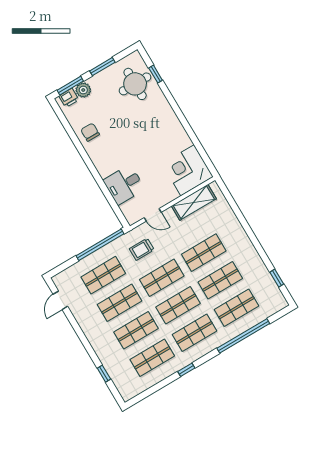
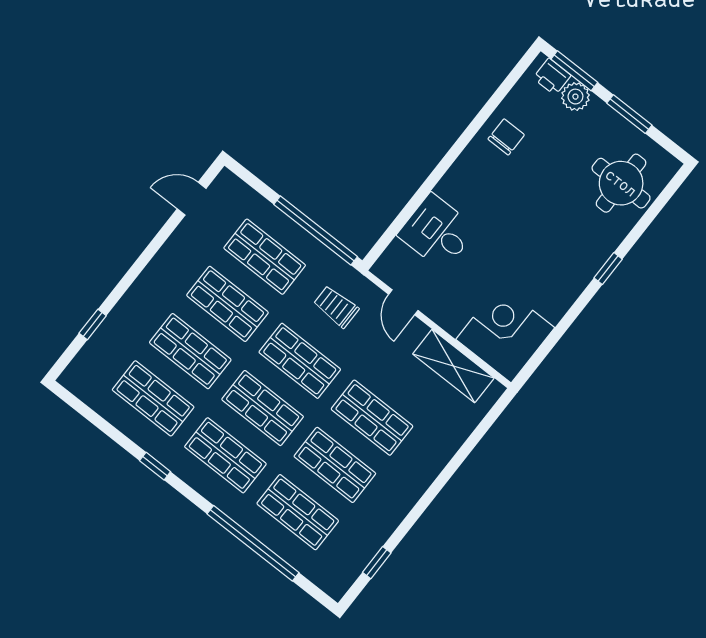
window: (156, 74) -> (608, 268), moved

